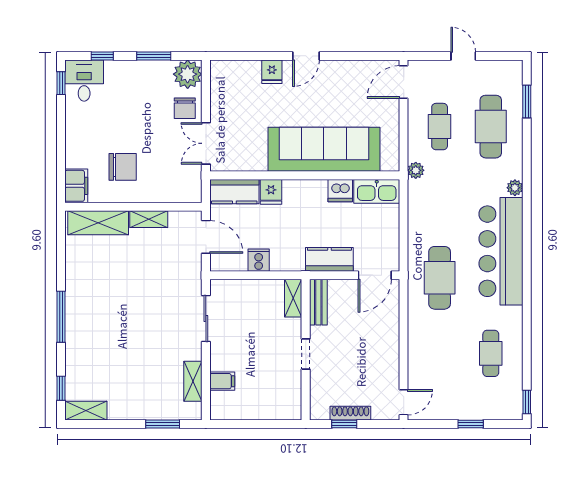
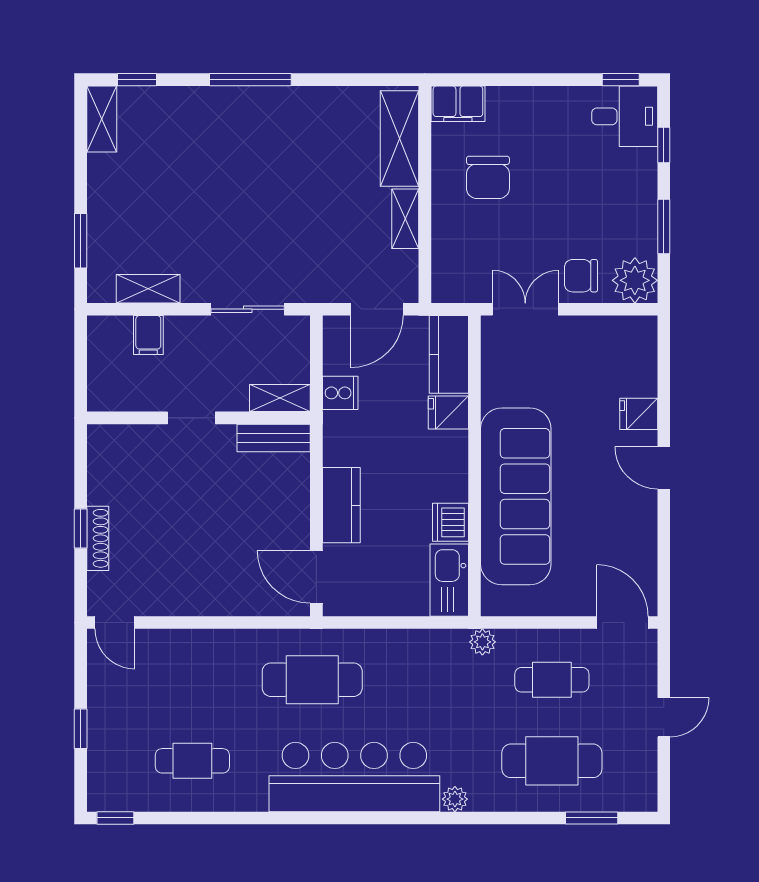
shelving: (293, 298) -> (280, 398), moved
bench: (318, 302) -> (274, 438), moved
wall: (306, 350) -> (198, 418), moved
doorway: (306, 354) -> (191, 418), moved

